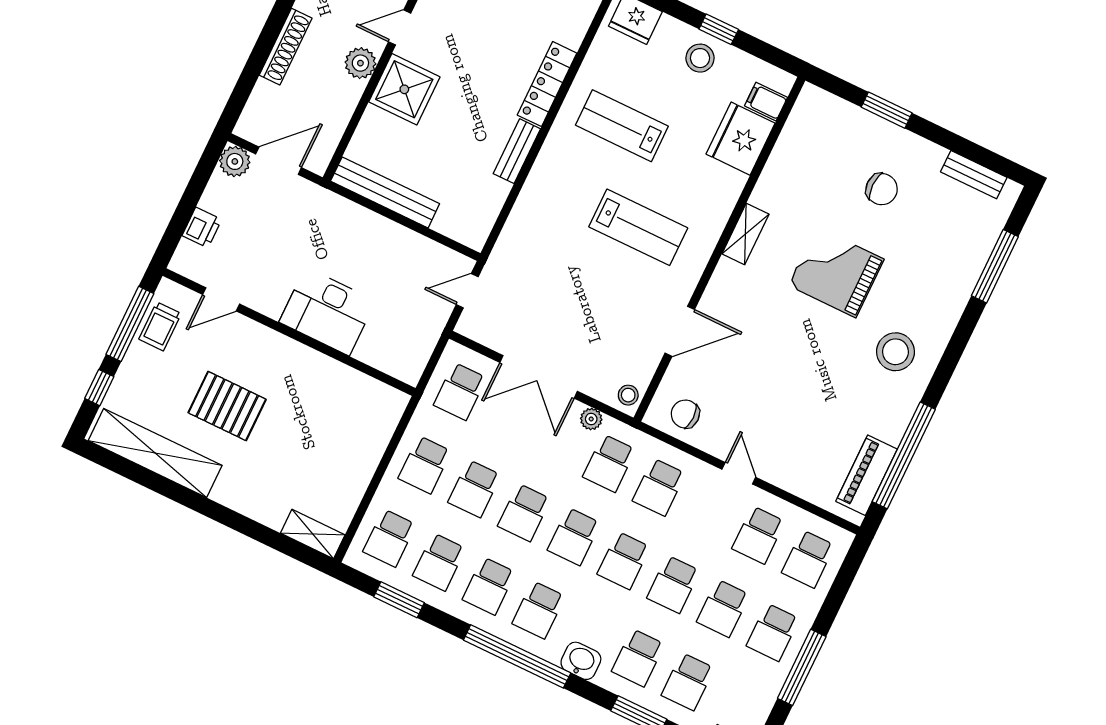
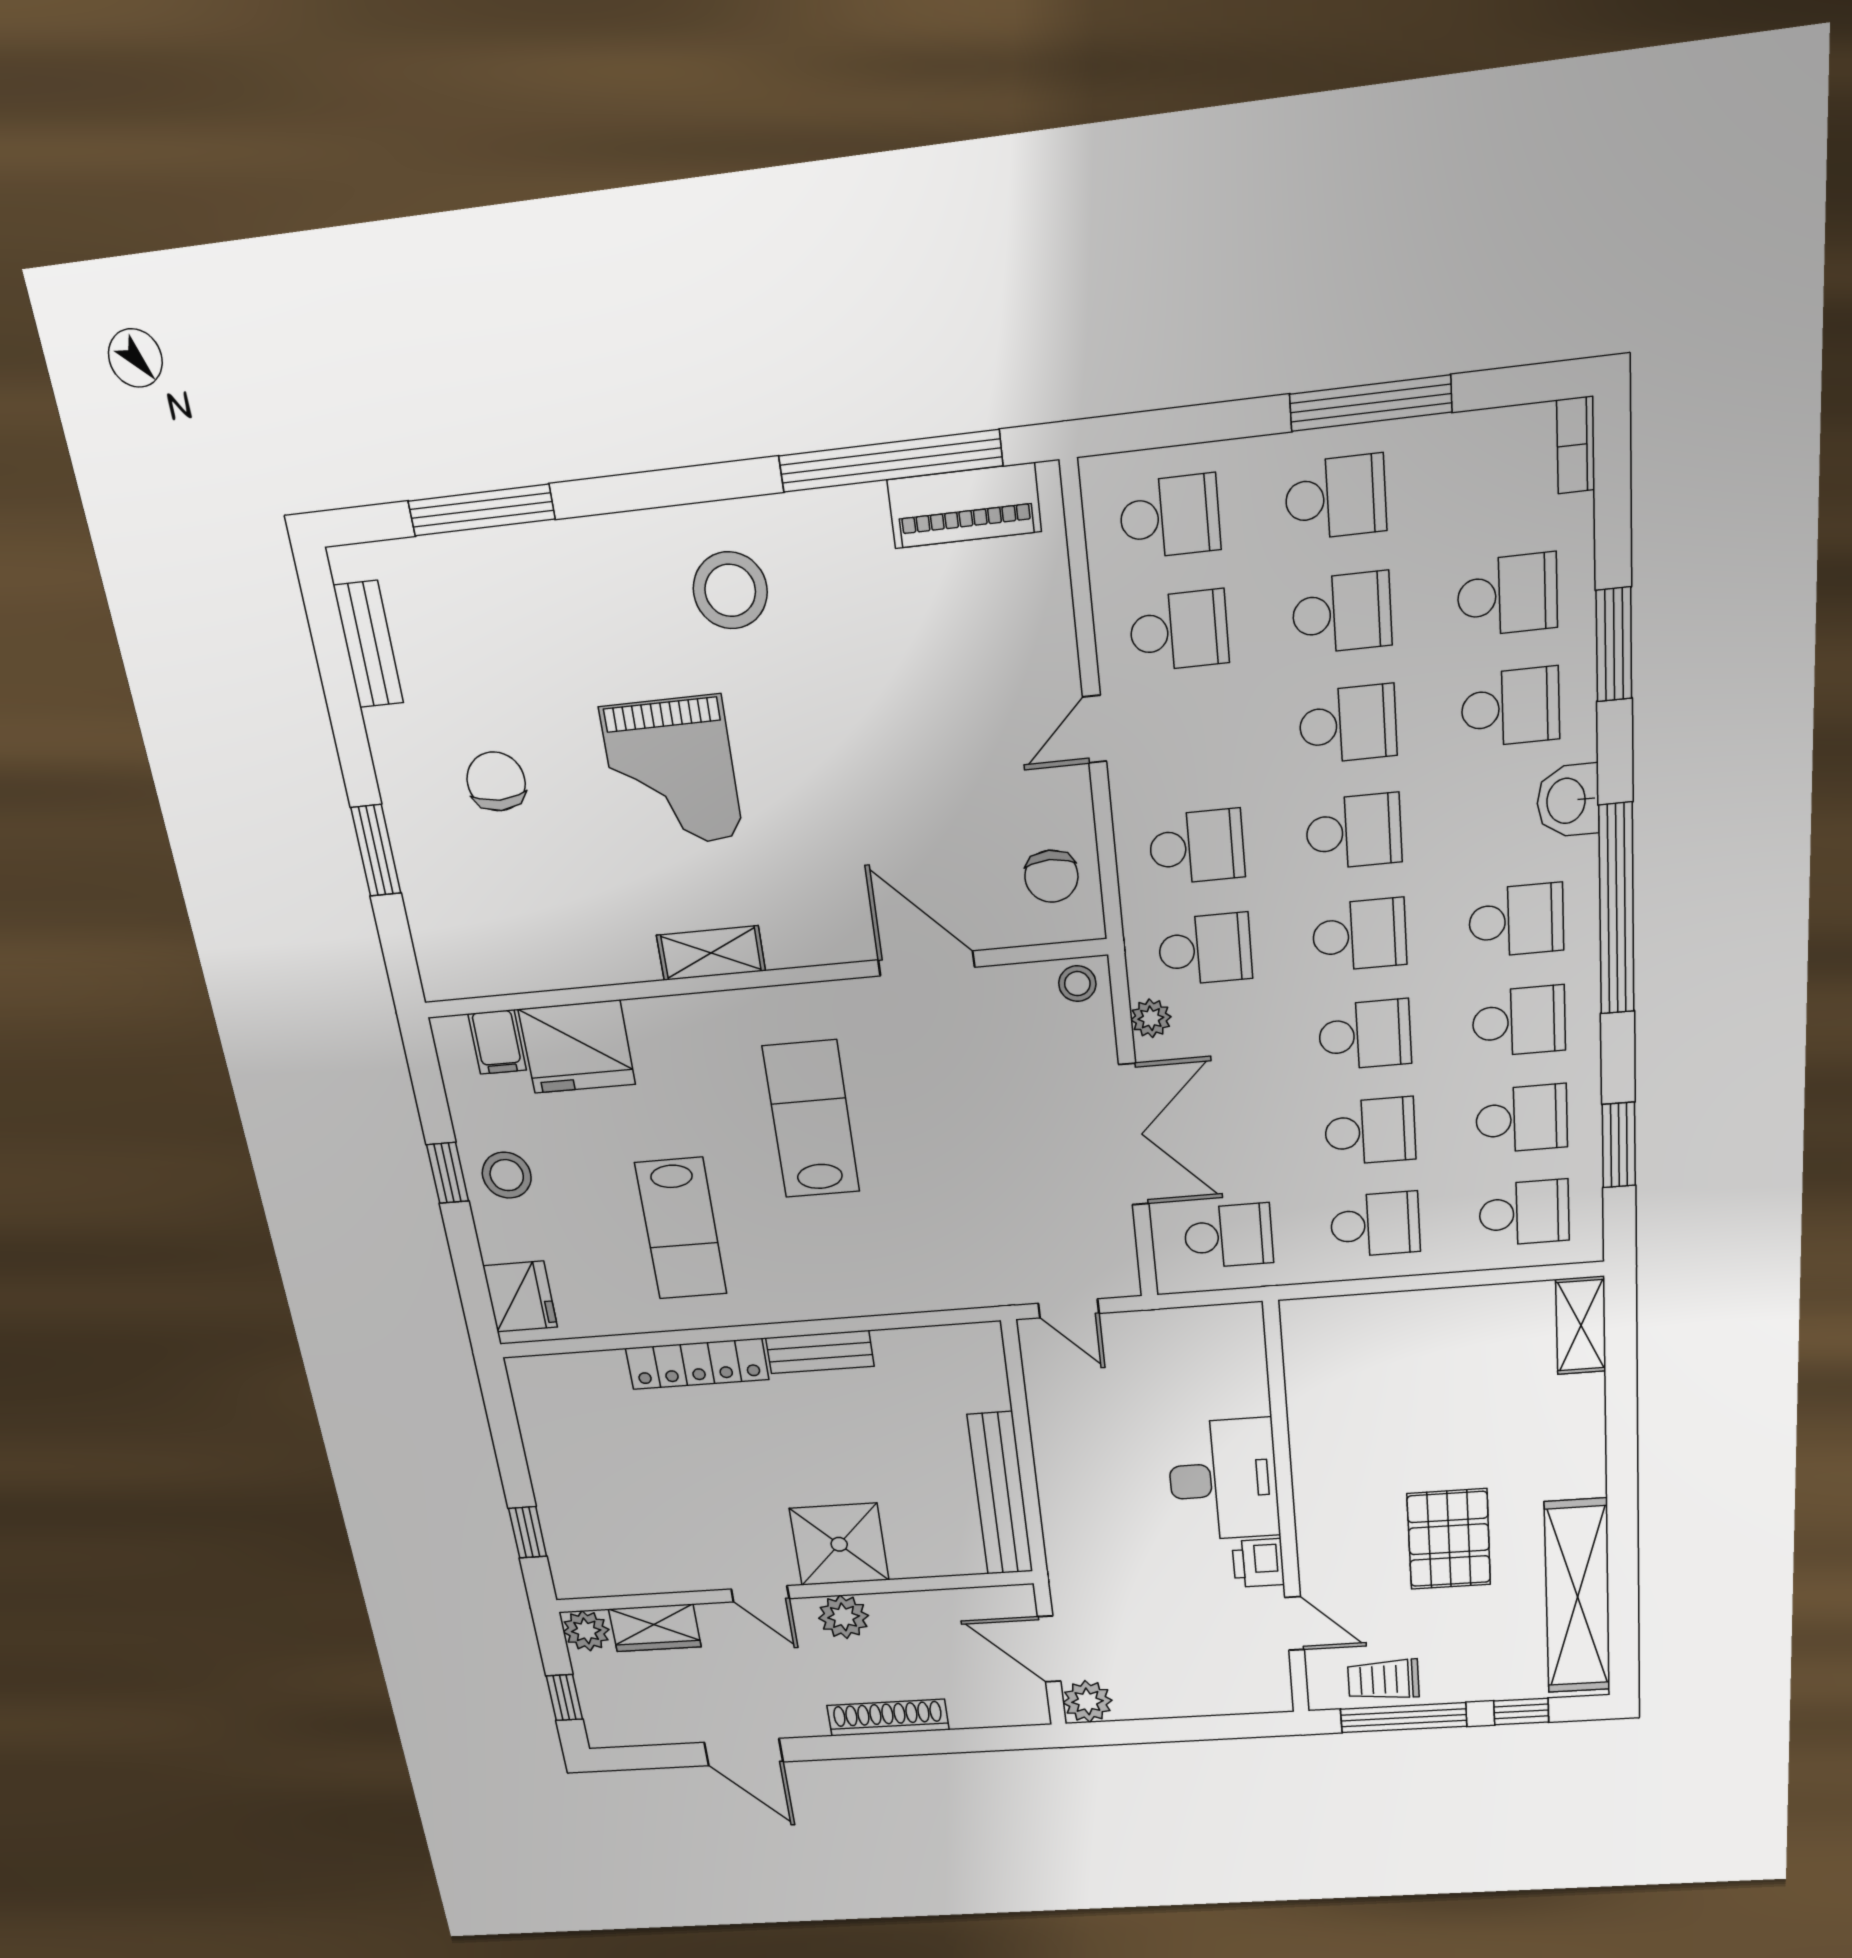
printer: (202, 228) -> (1258, 1563), moved, turned -90
trolley: (160, 326) -> (1383, 1680), turned 180

